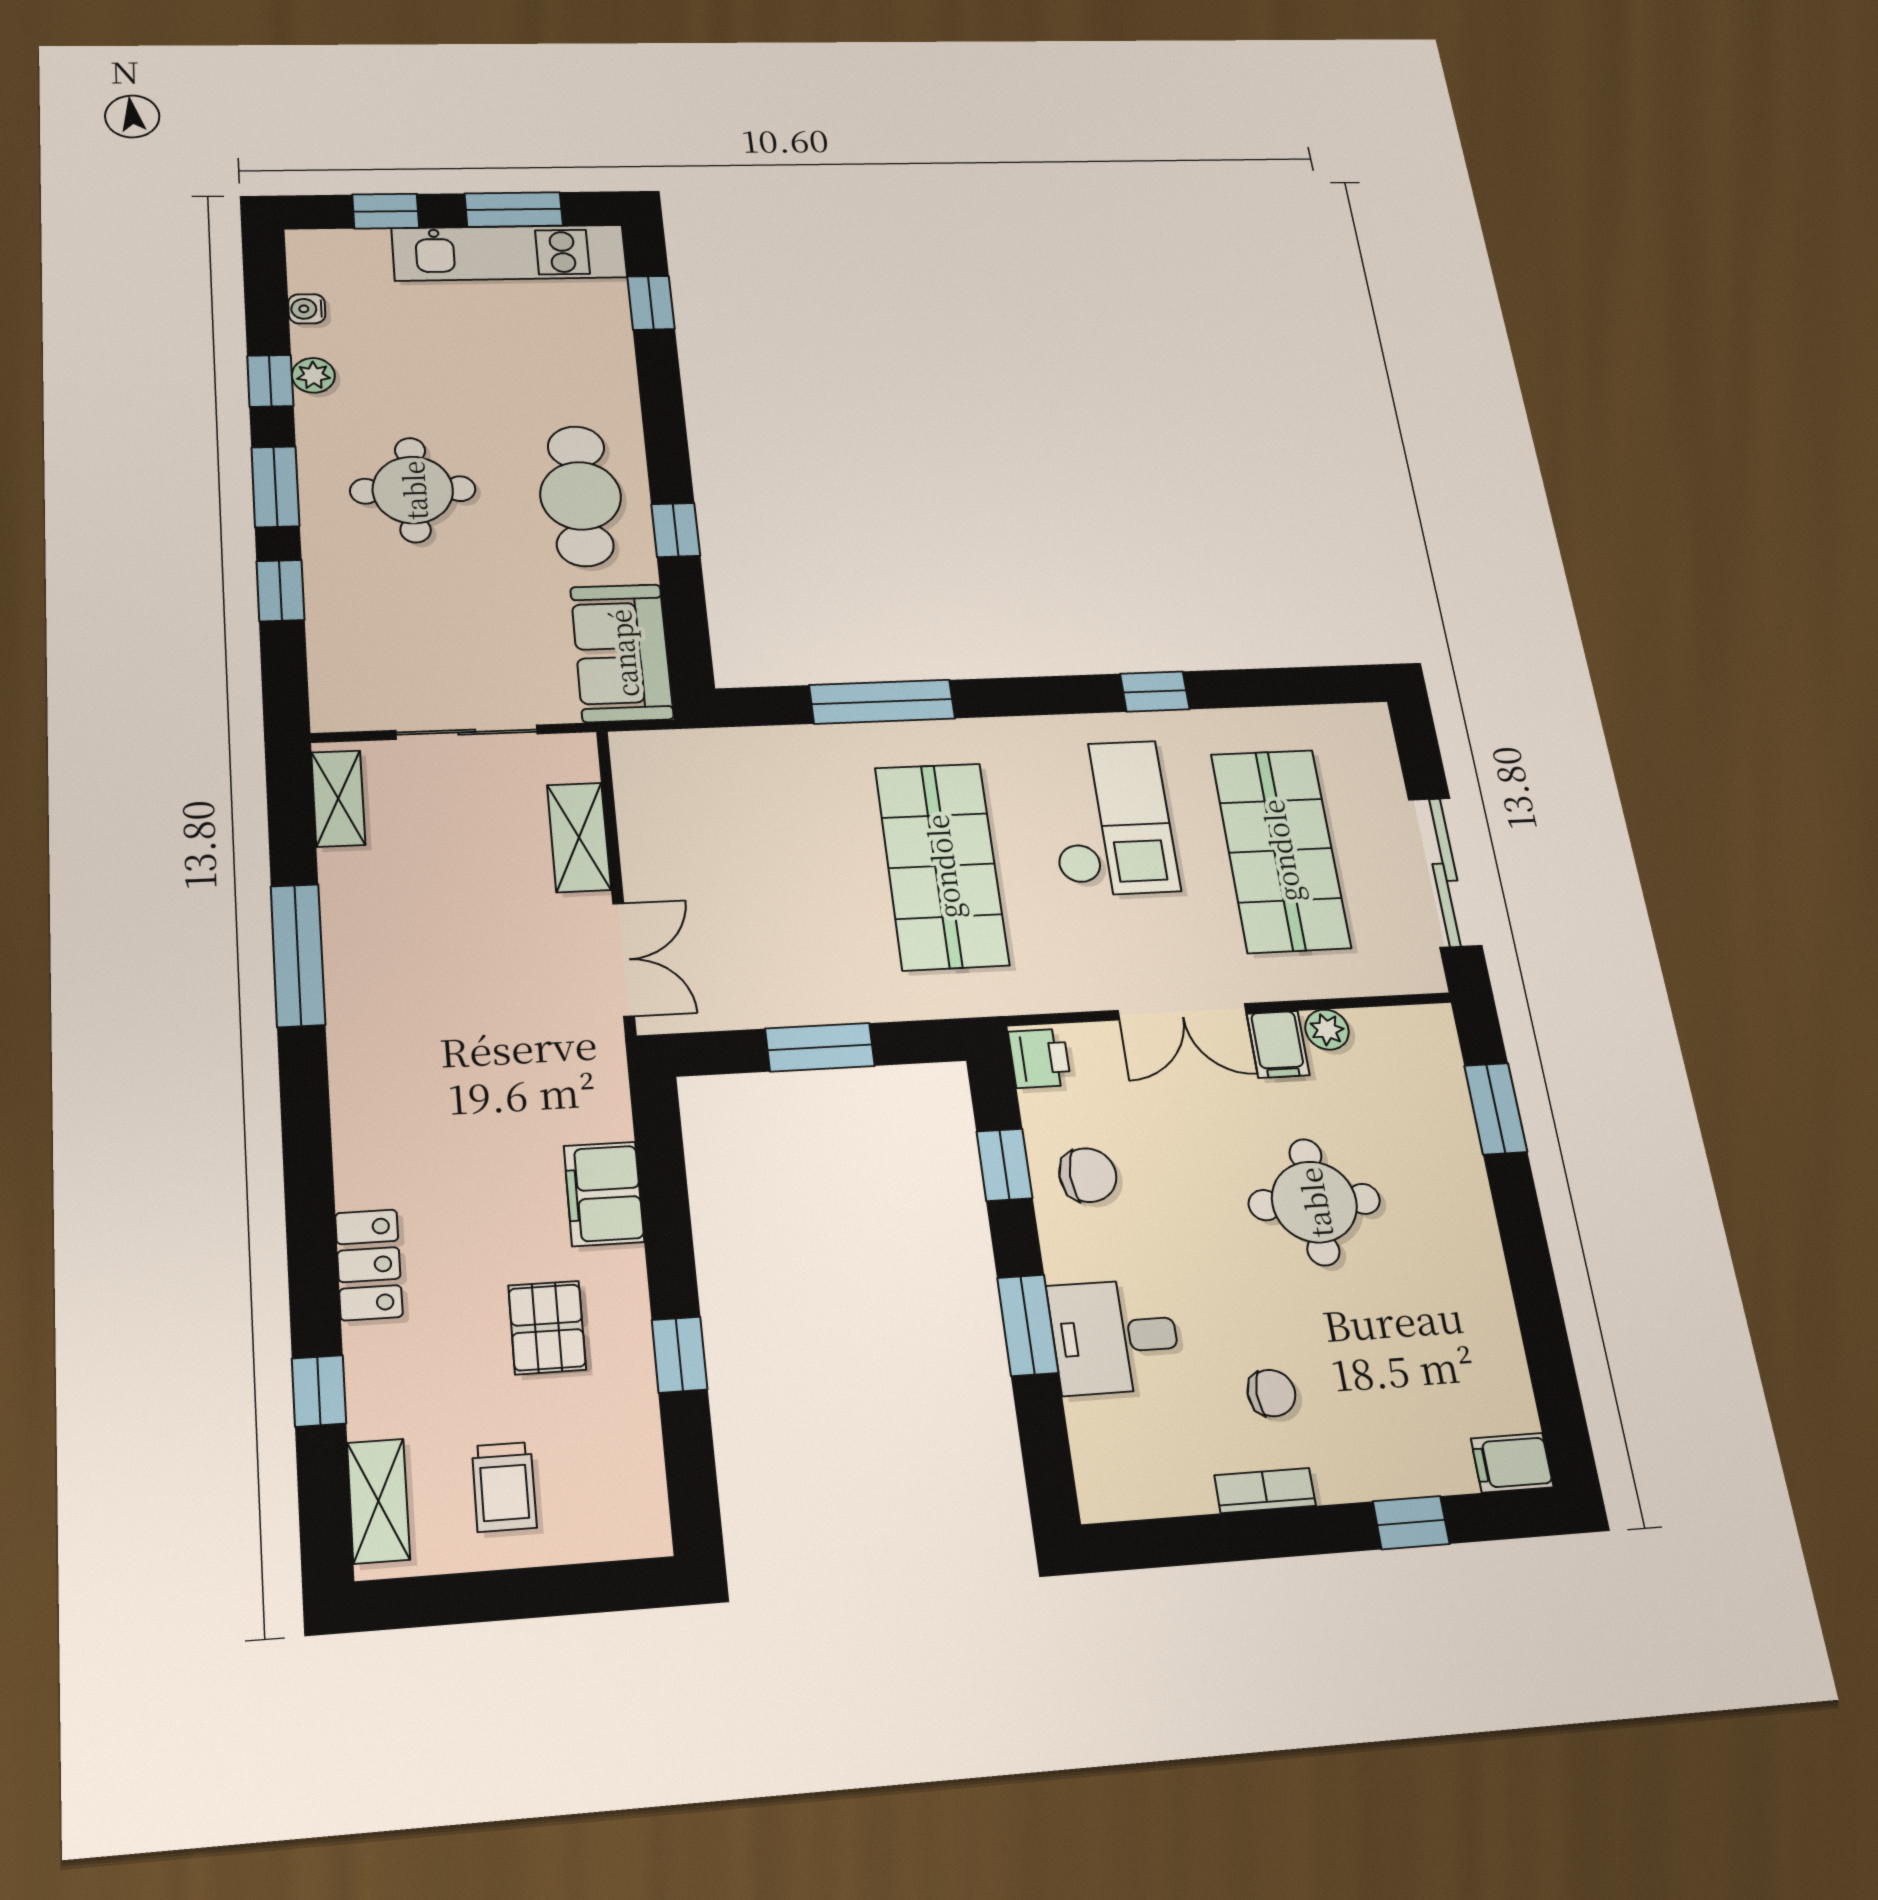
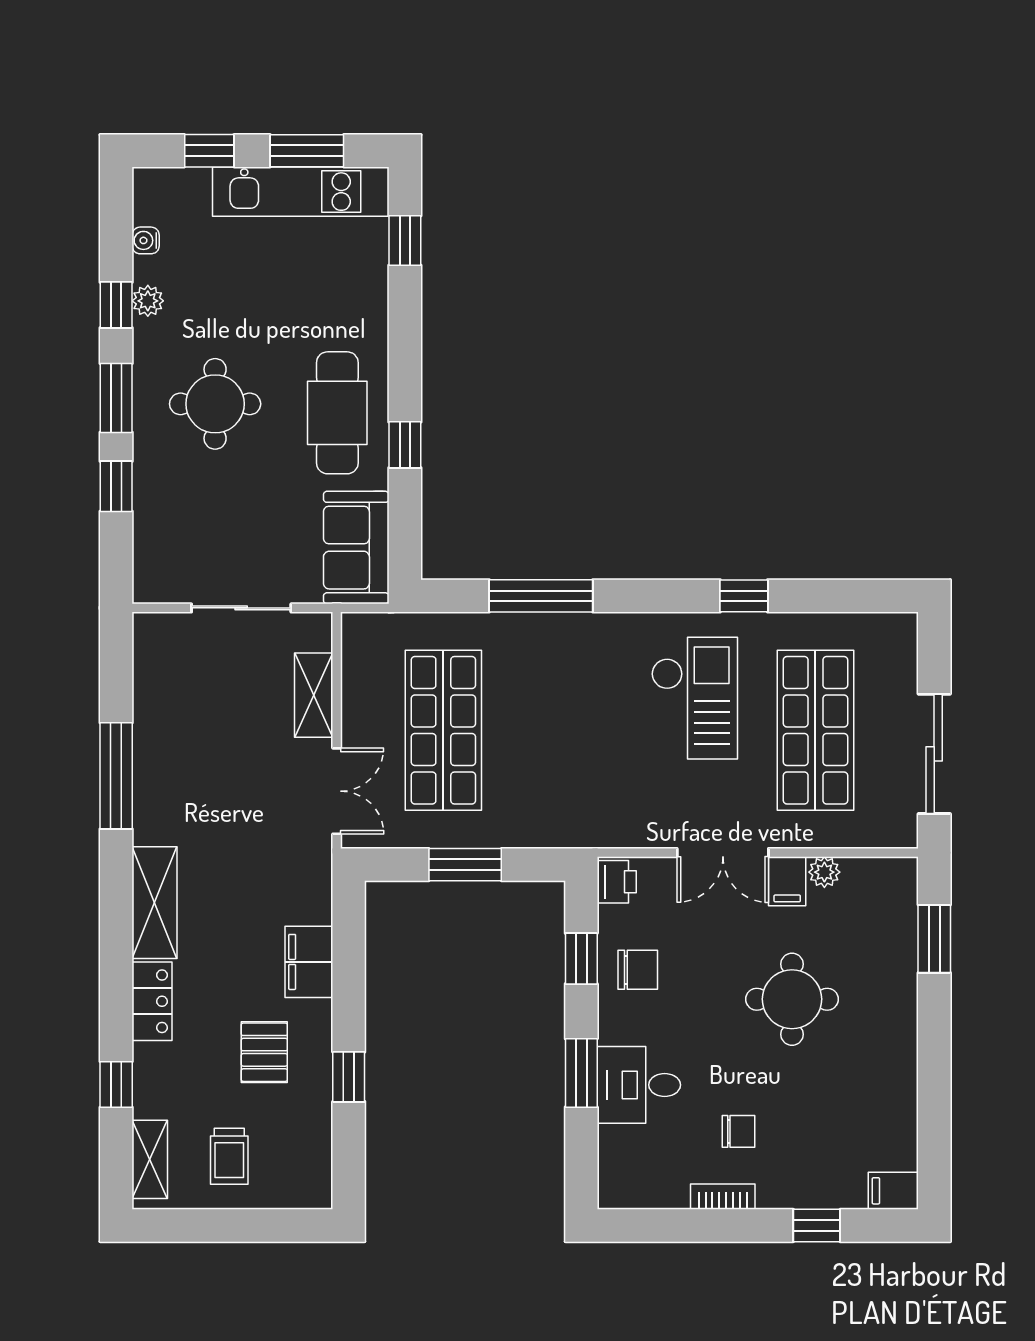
shelving: (338, 799) -> (155, 903), moved, width x1.50, depth x1.33
shop shelf: (942, 866) -> (443, 730), moved

